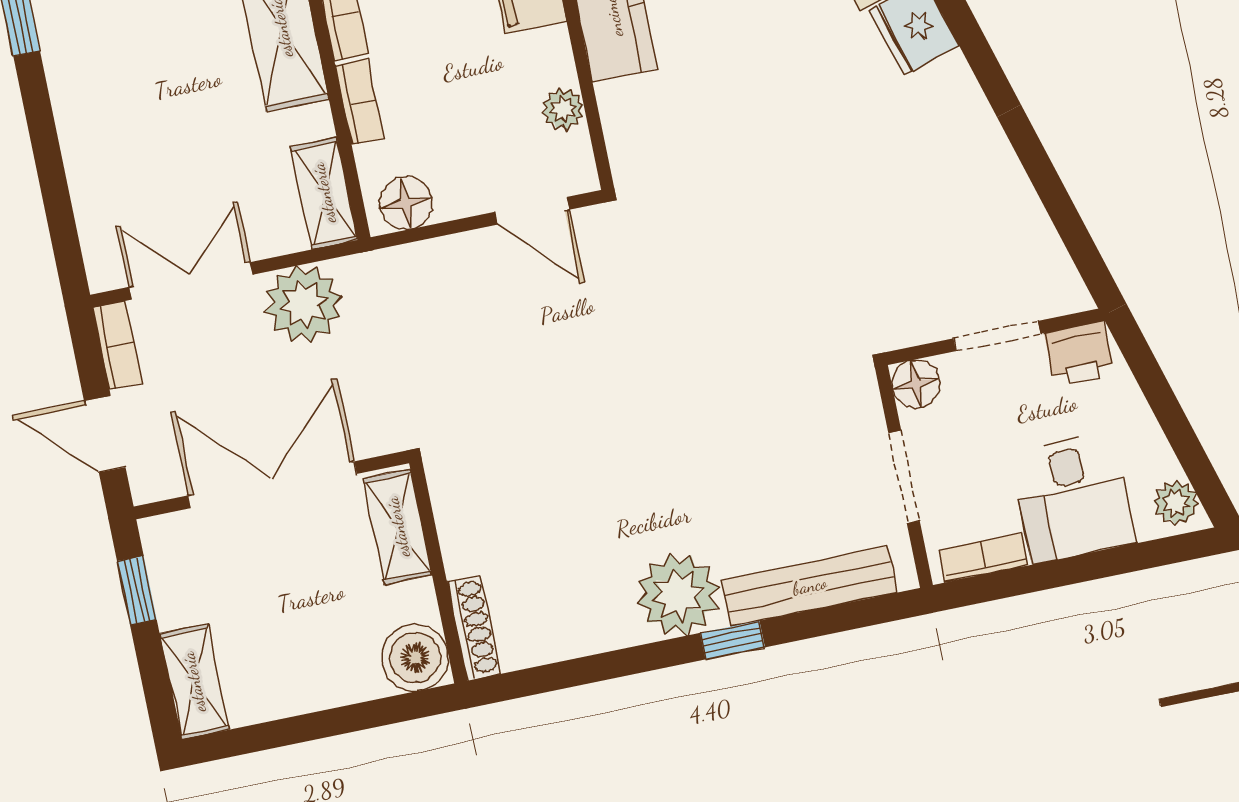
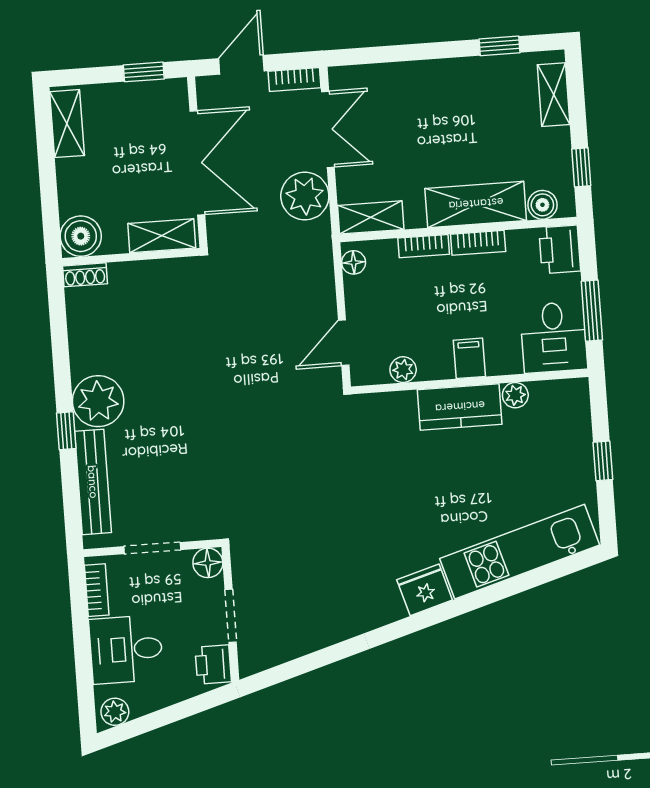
floor lamp: (406, 203) -> (354, 262), width x0.73, depth x0.73
shoe rack: (474, 628) -> (85, 275), width x0.70
shelving: (194, 682) -> (67, 124), moved, turned 90

